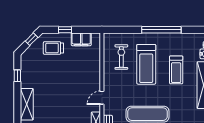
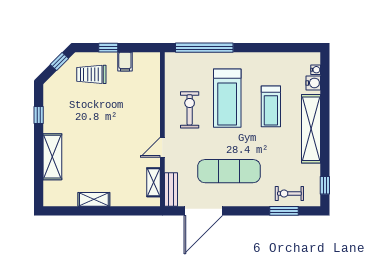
window: (161, 30) -> (204, 48), moved
filing cabinet: (81, 39) -> (125, 62), width x0.50
exercise bike: (121, 57) -> (190, 110), moved

